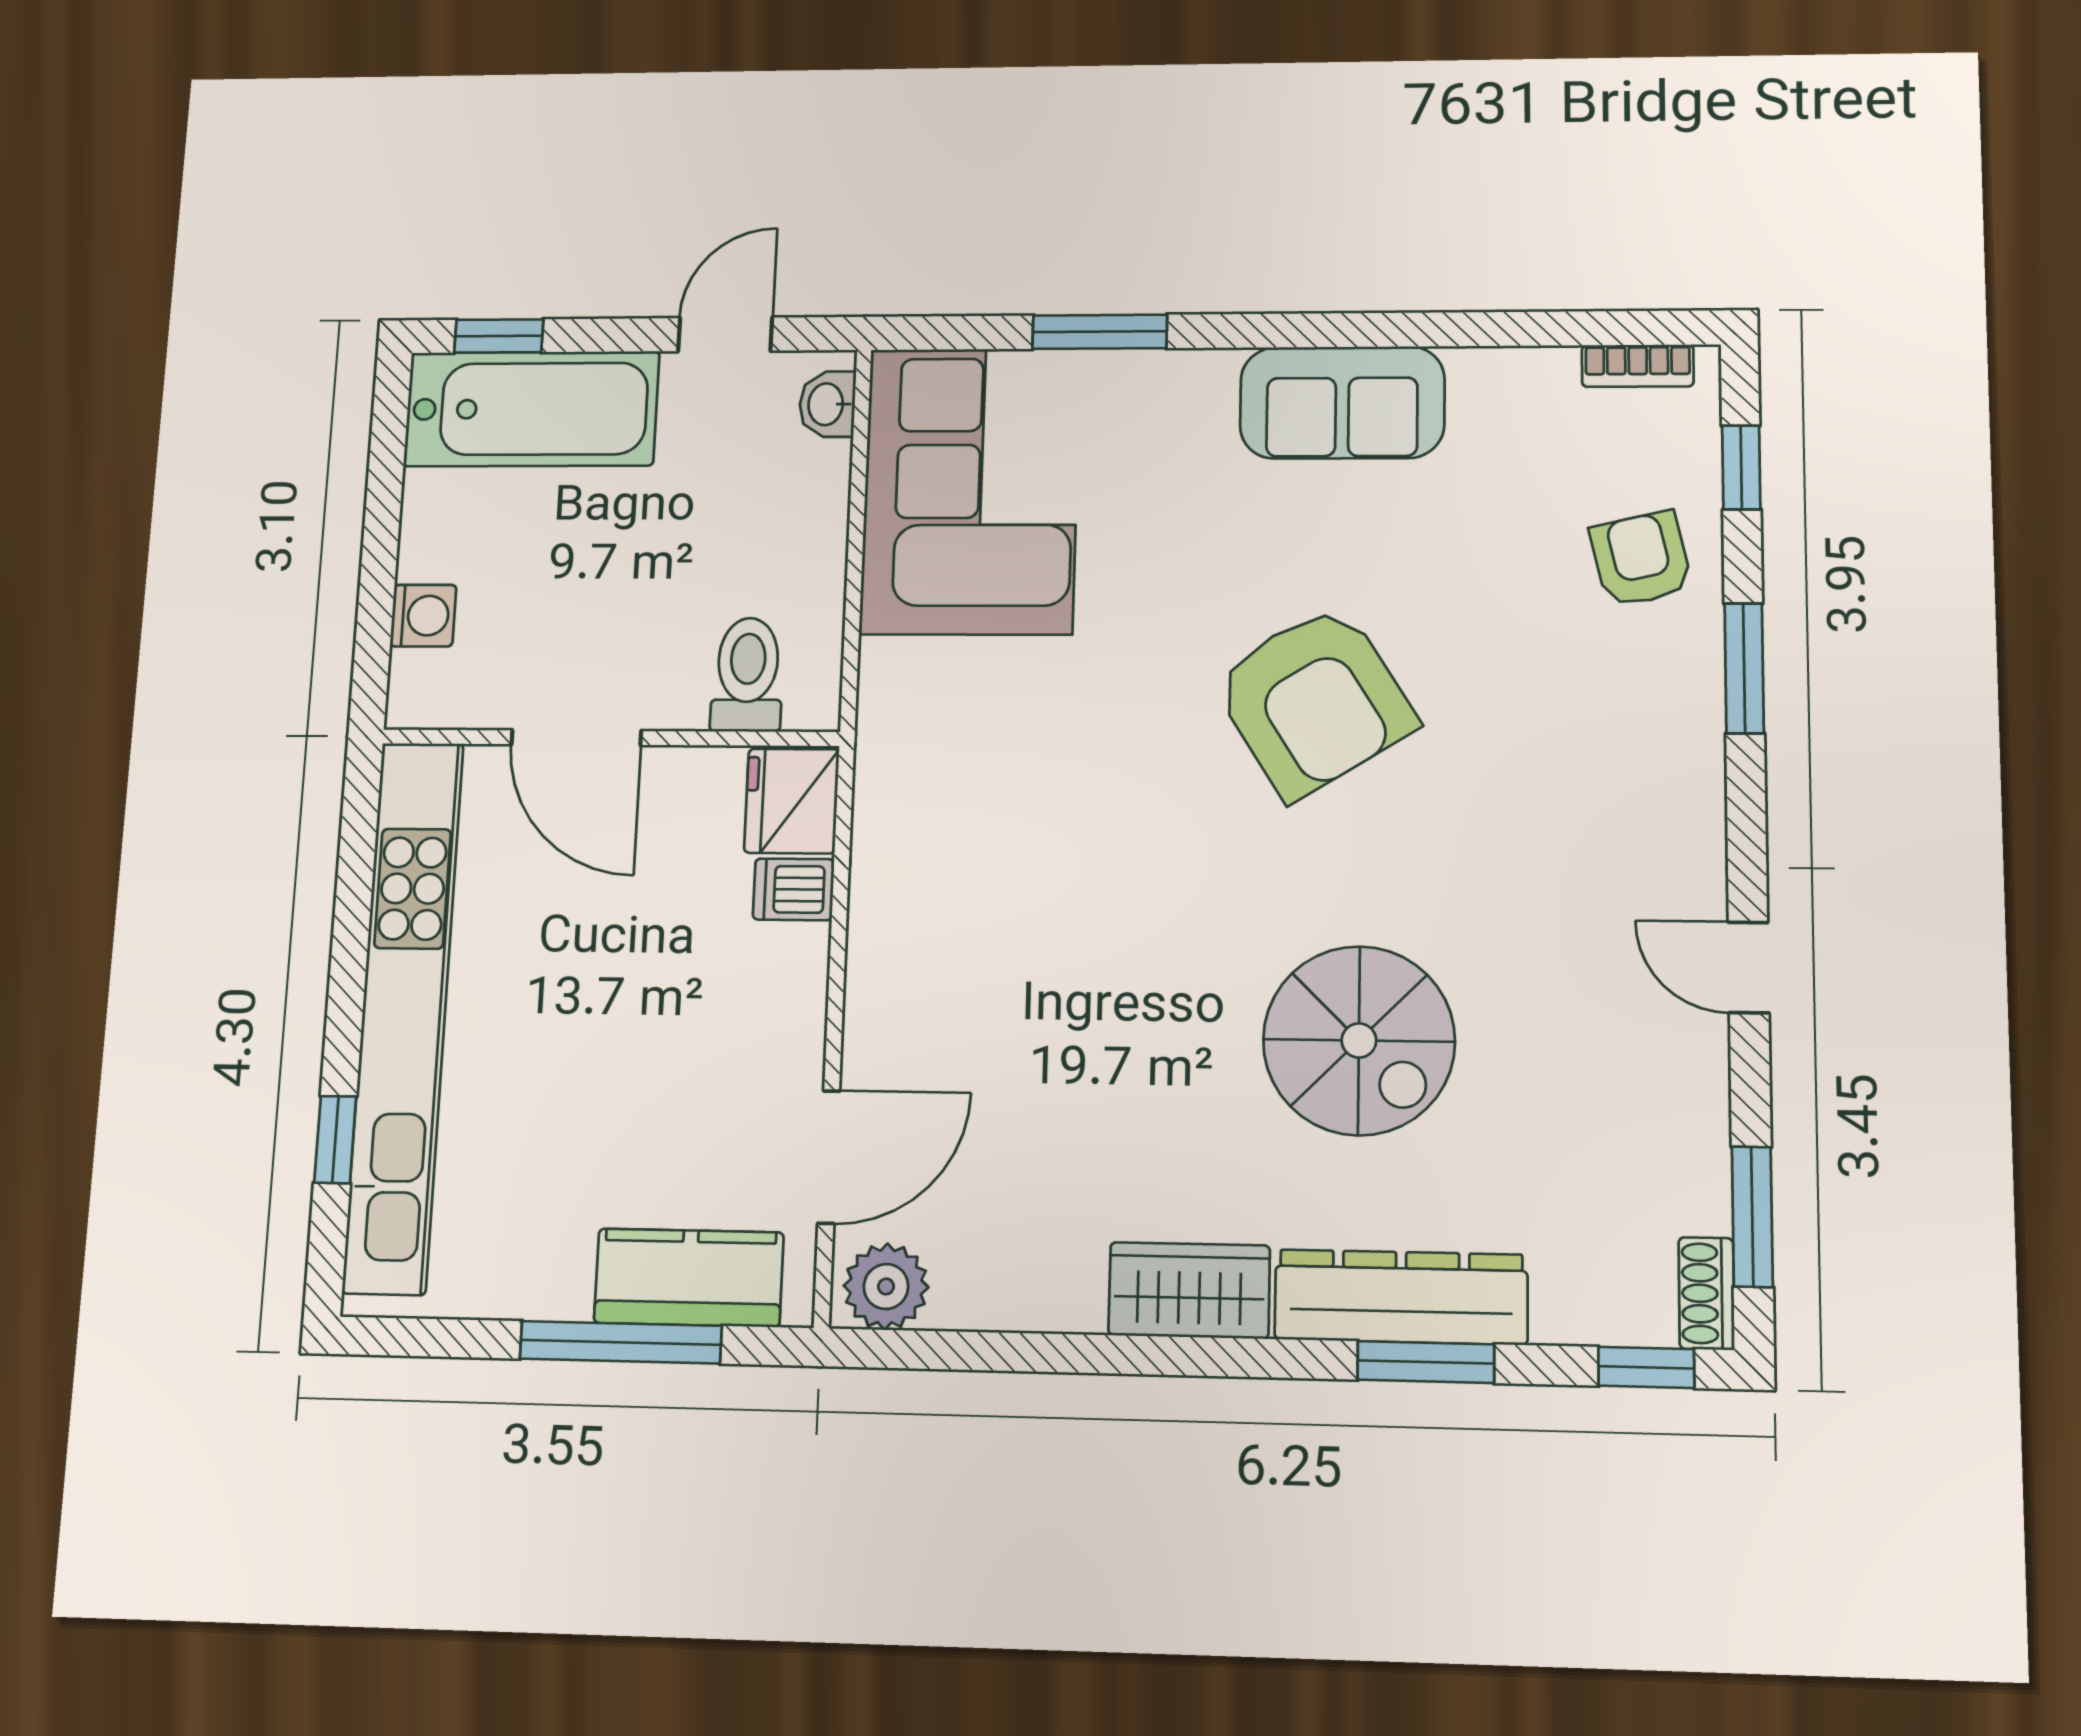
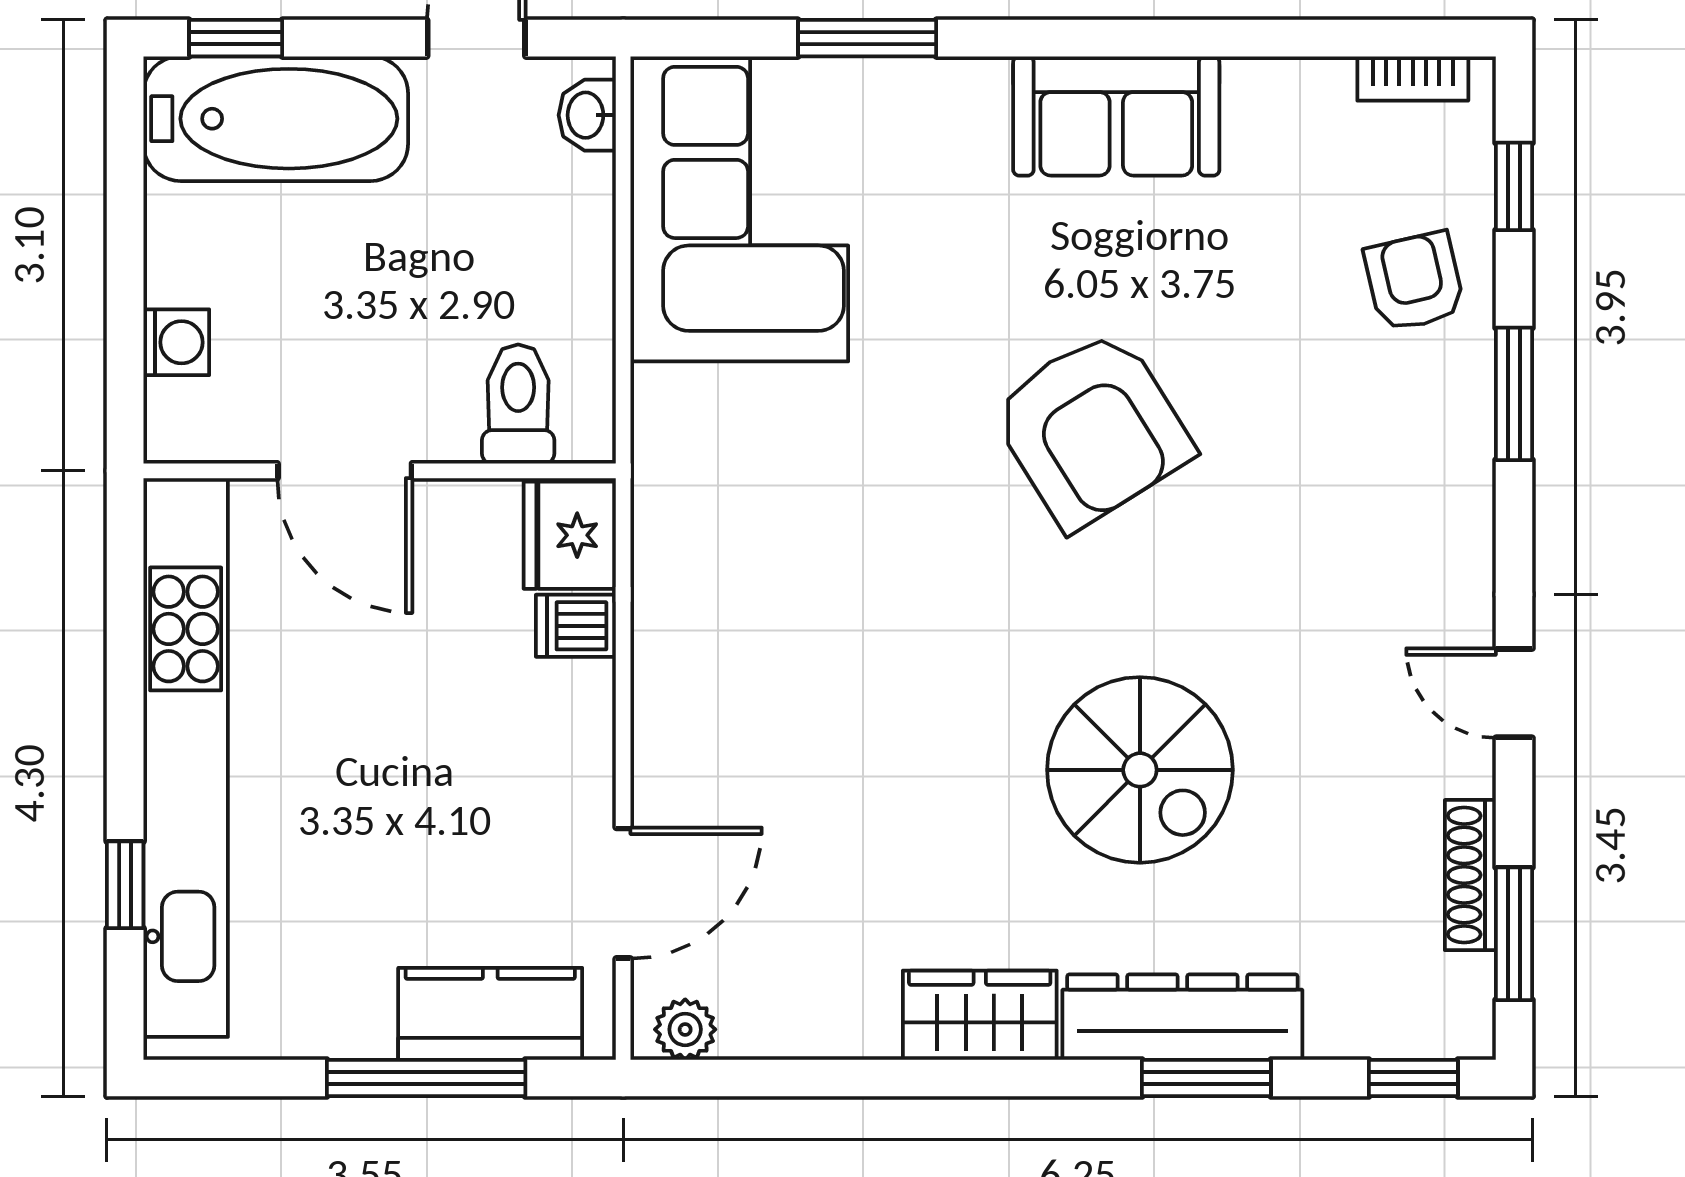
plant: (886, 1287) -> (685, 1029), width x0.73, depth x0.73
shoe rack: (1706, 1293) -> (1470, 875), moved, width x1.43

